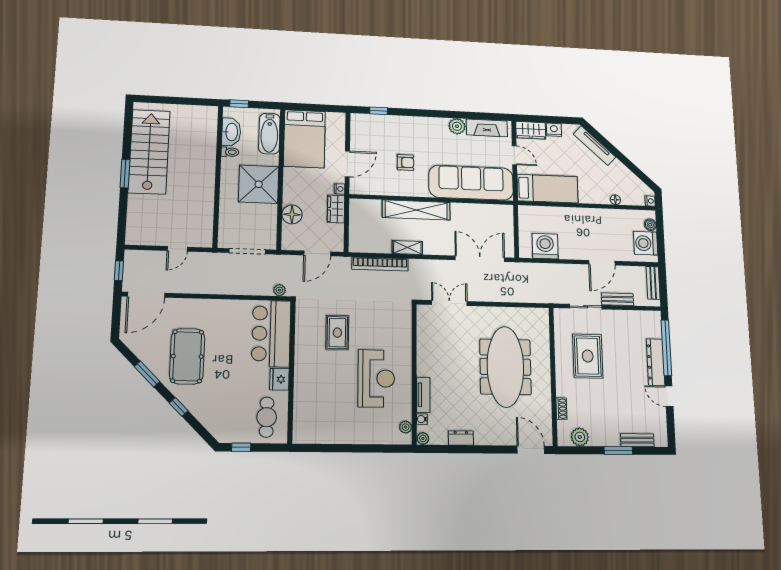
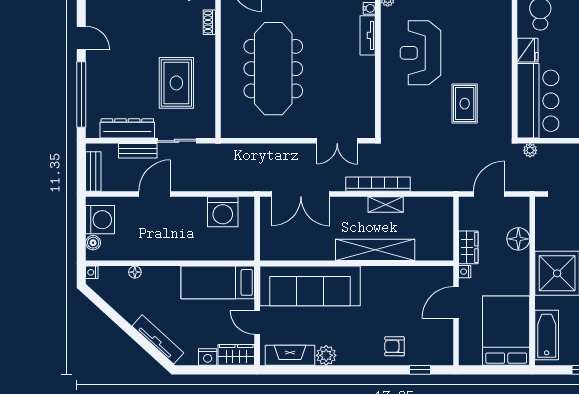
armchair: (405, 162) -> (395, 346), moved
bookcase: (380, 264) -> (378, 184), moved
dresser: (655, 362) -> (127, 128), moved, turned -90

